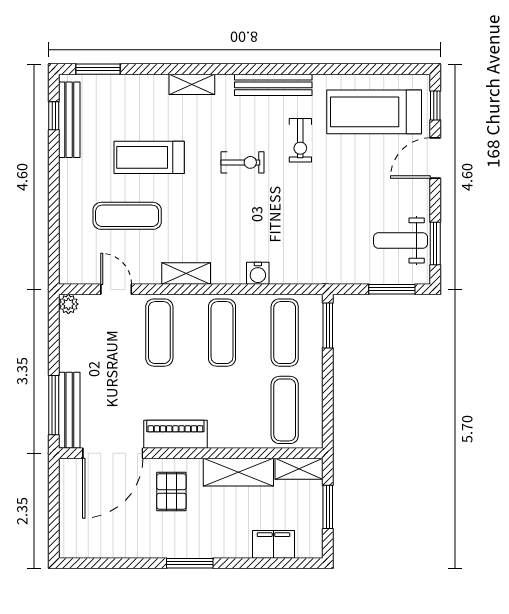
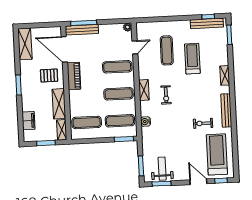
exercise bike: (243, 162) -> (166, 95), moved
shelving: (186, 273) -> (144, 90), moved
water cooler: (258, 273) -> (146, 122), moved
shelving: (95, 544) -> (25, 44), added

